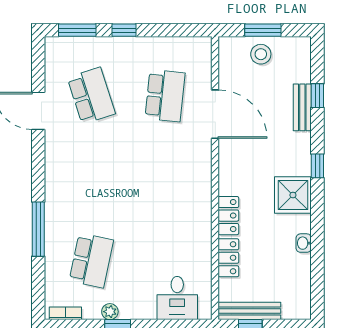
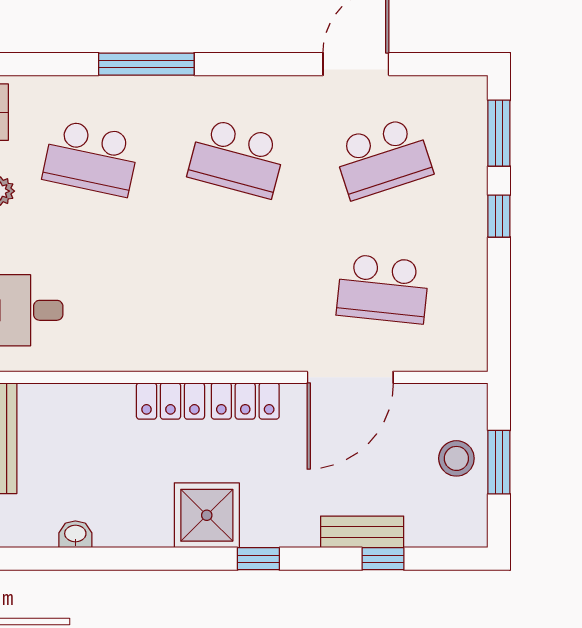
school desk: (91, 178) -> (237, 158), added
washbasin: (304, 243) -> (75, 534), moved
locker: (228, 258) -> (245, 401), moved

